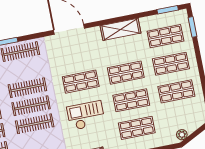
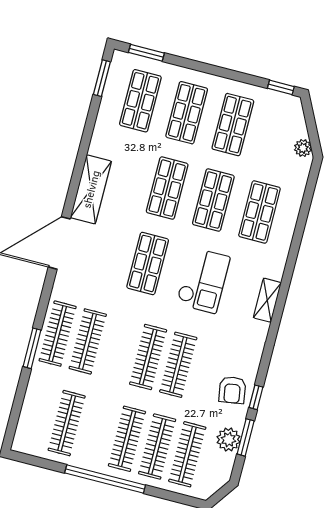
shelving: (121, 29) -> (91, 189), moved
clothes rail: (27, 88) -> (88, 341), moved
checkout: (86, 115) -> (203, 280), turned 180

